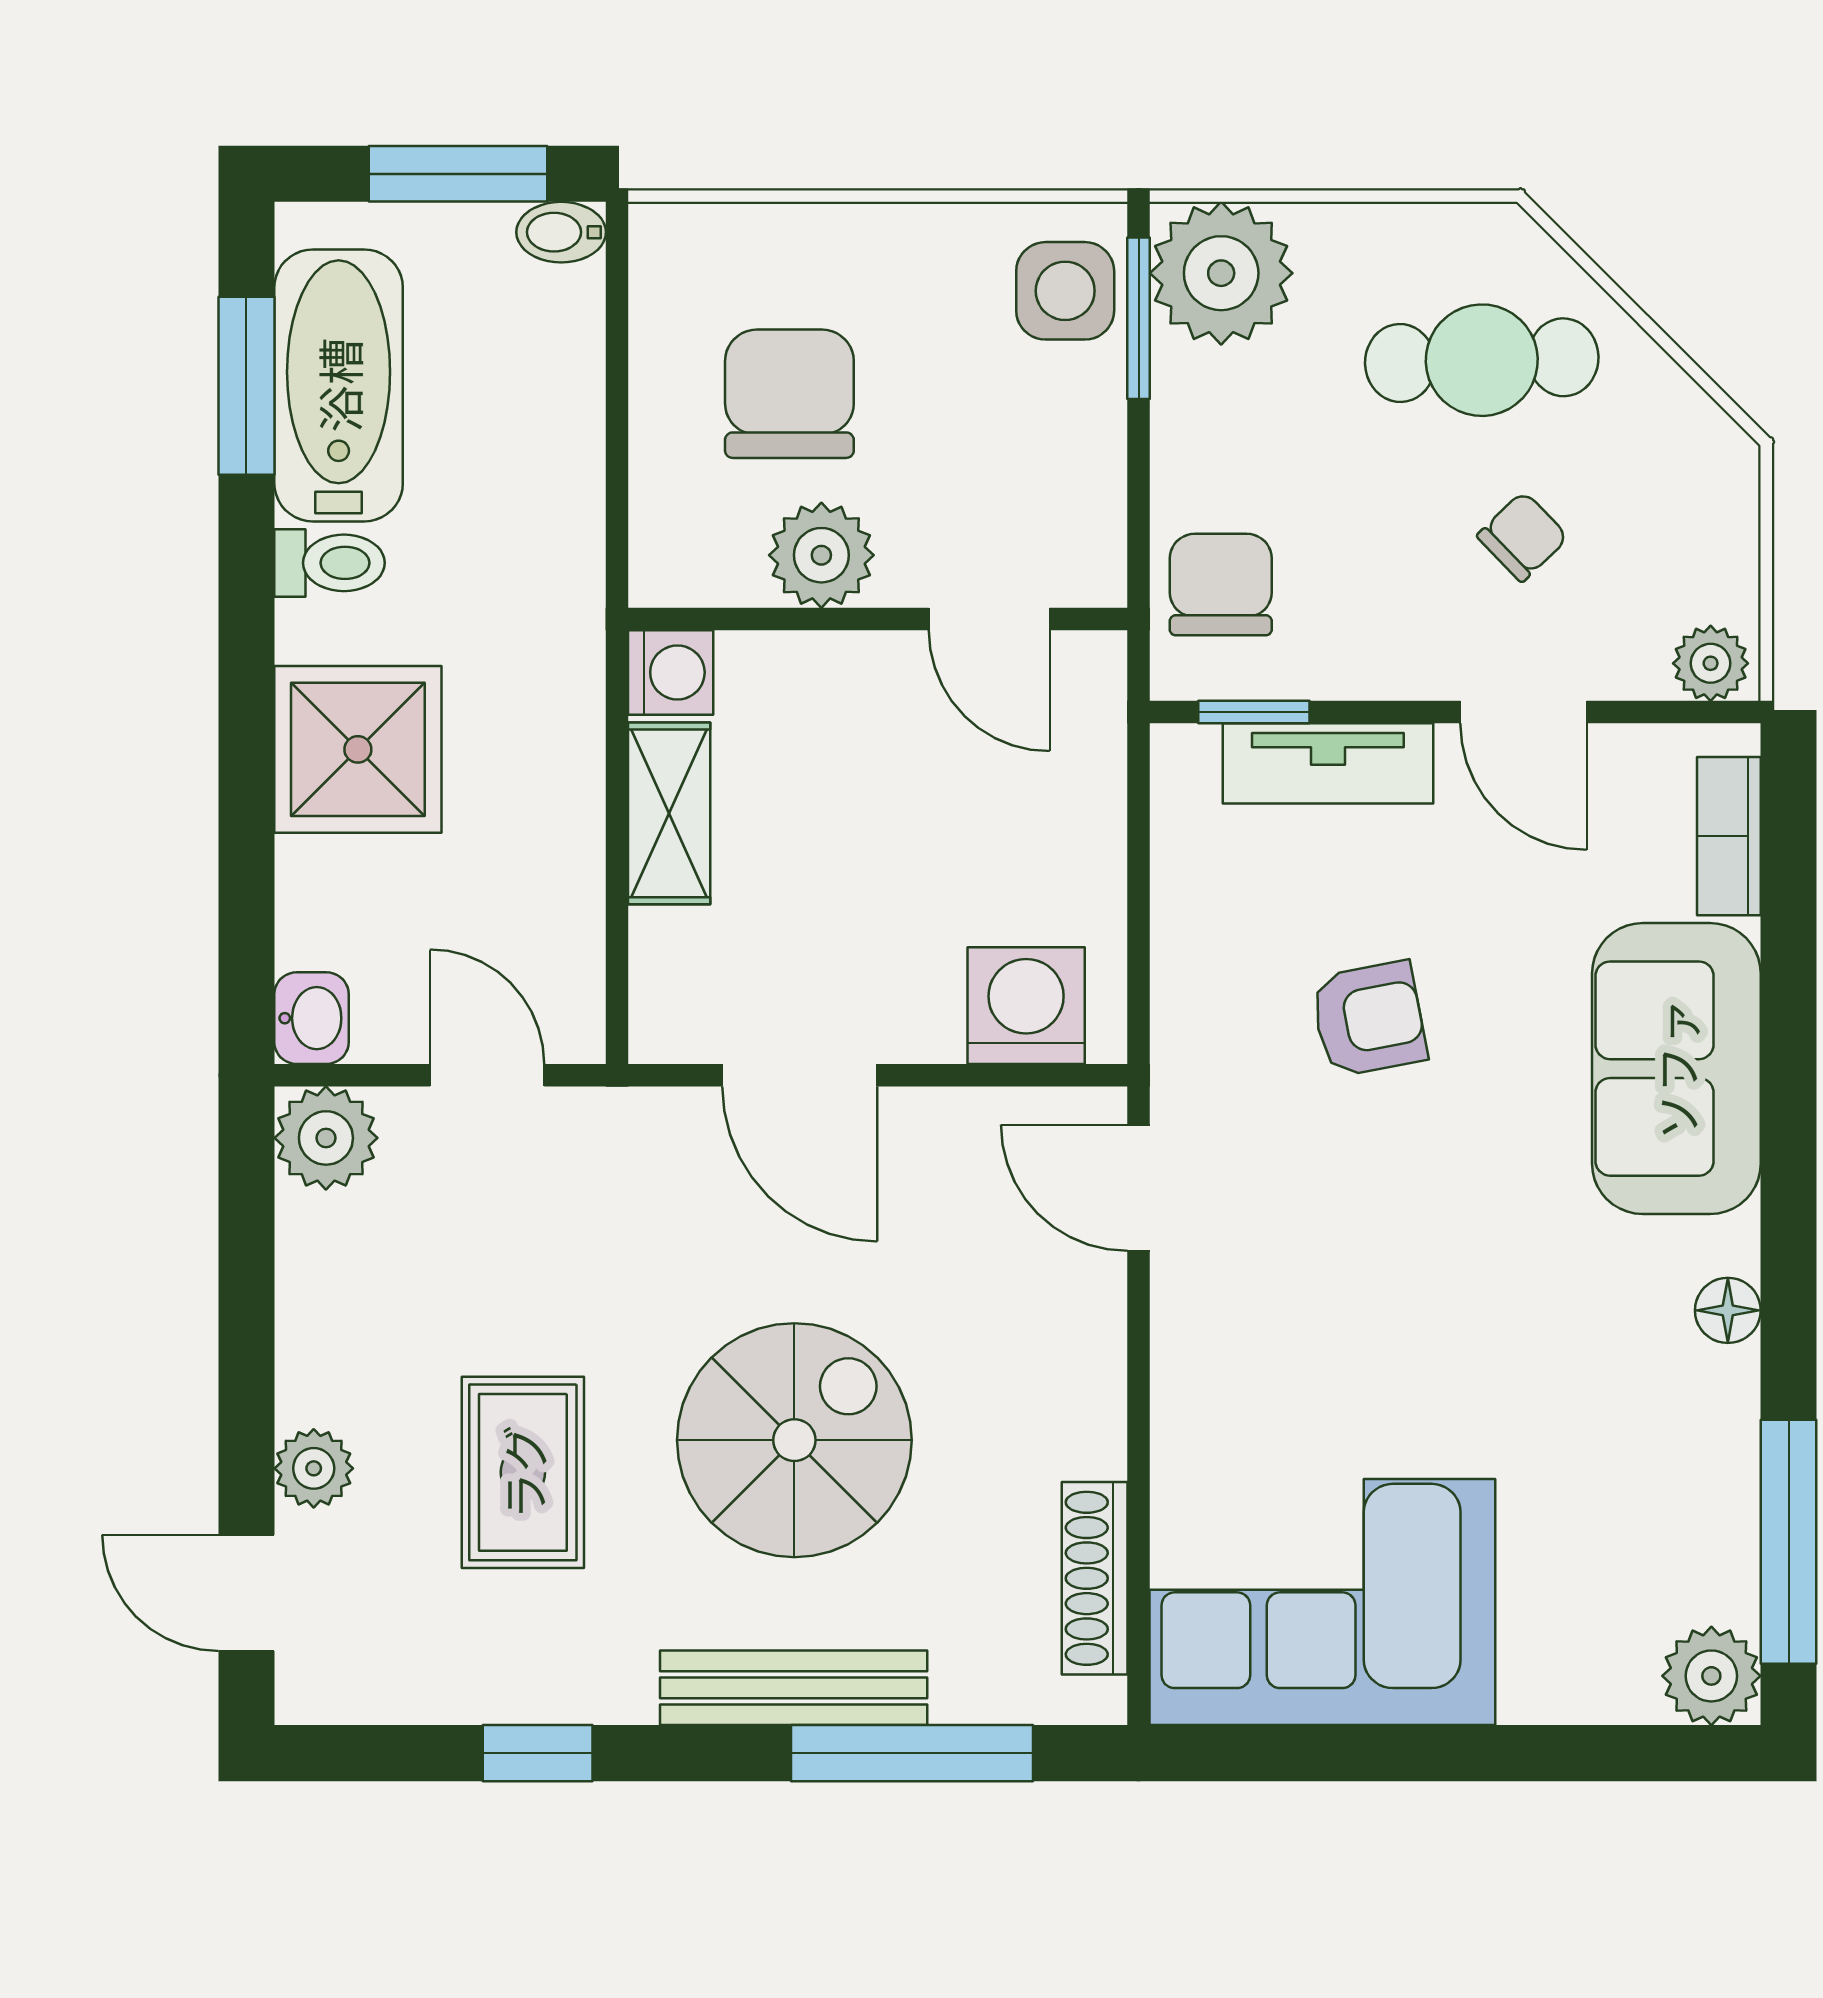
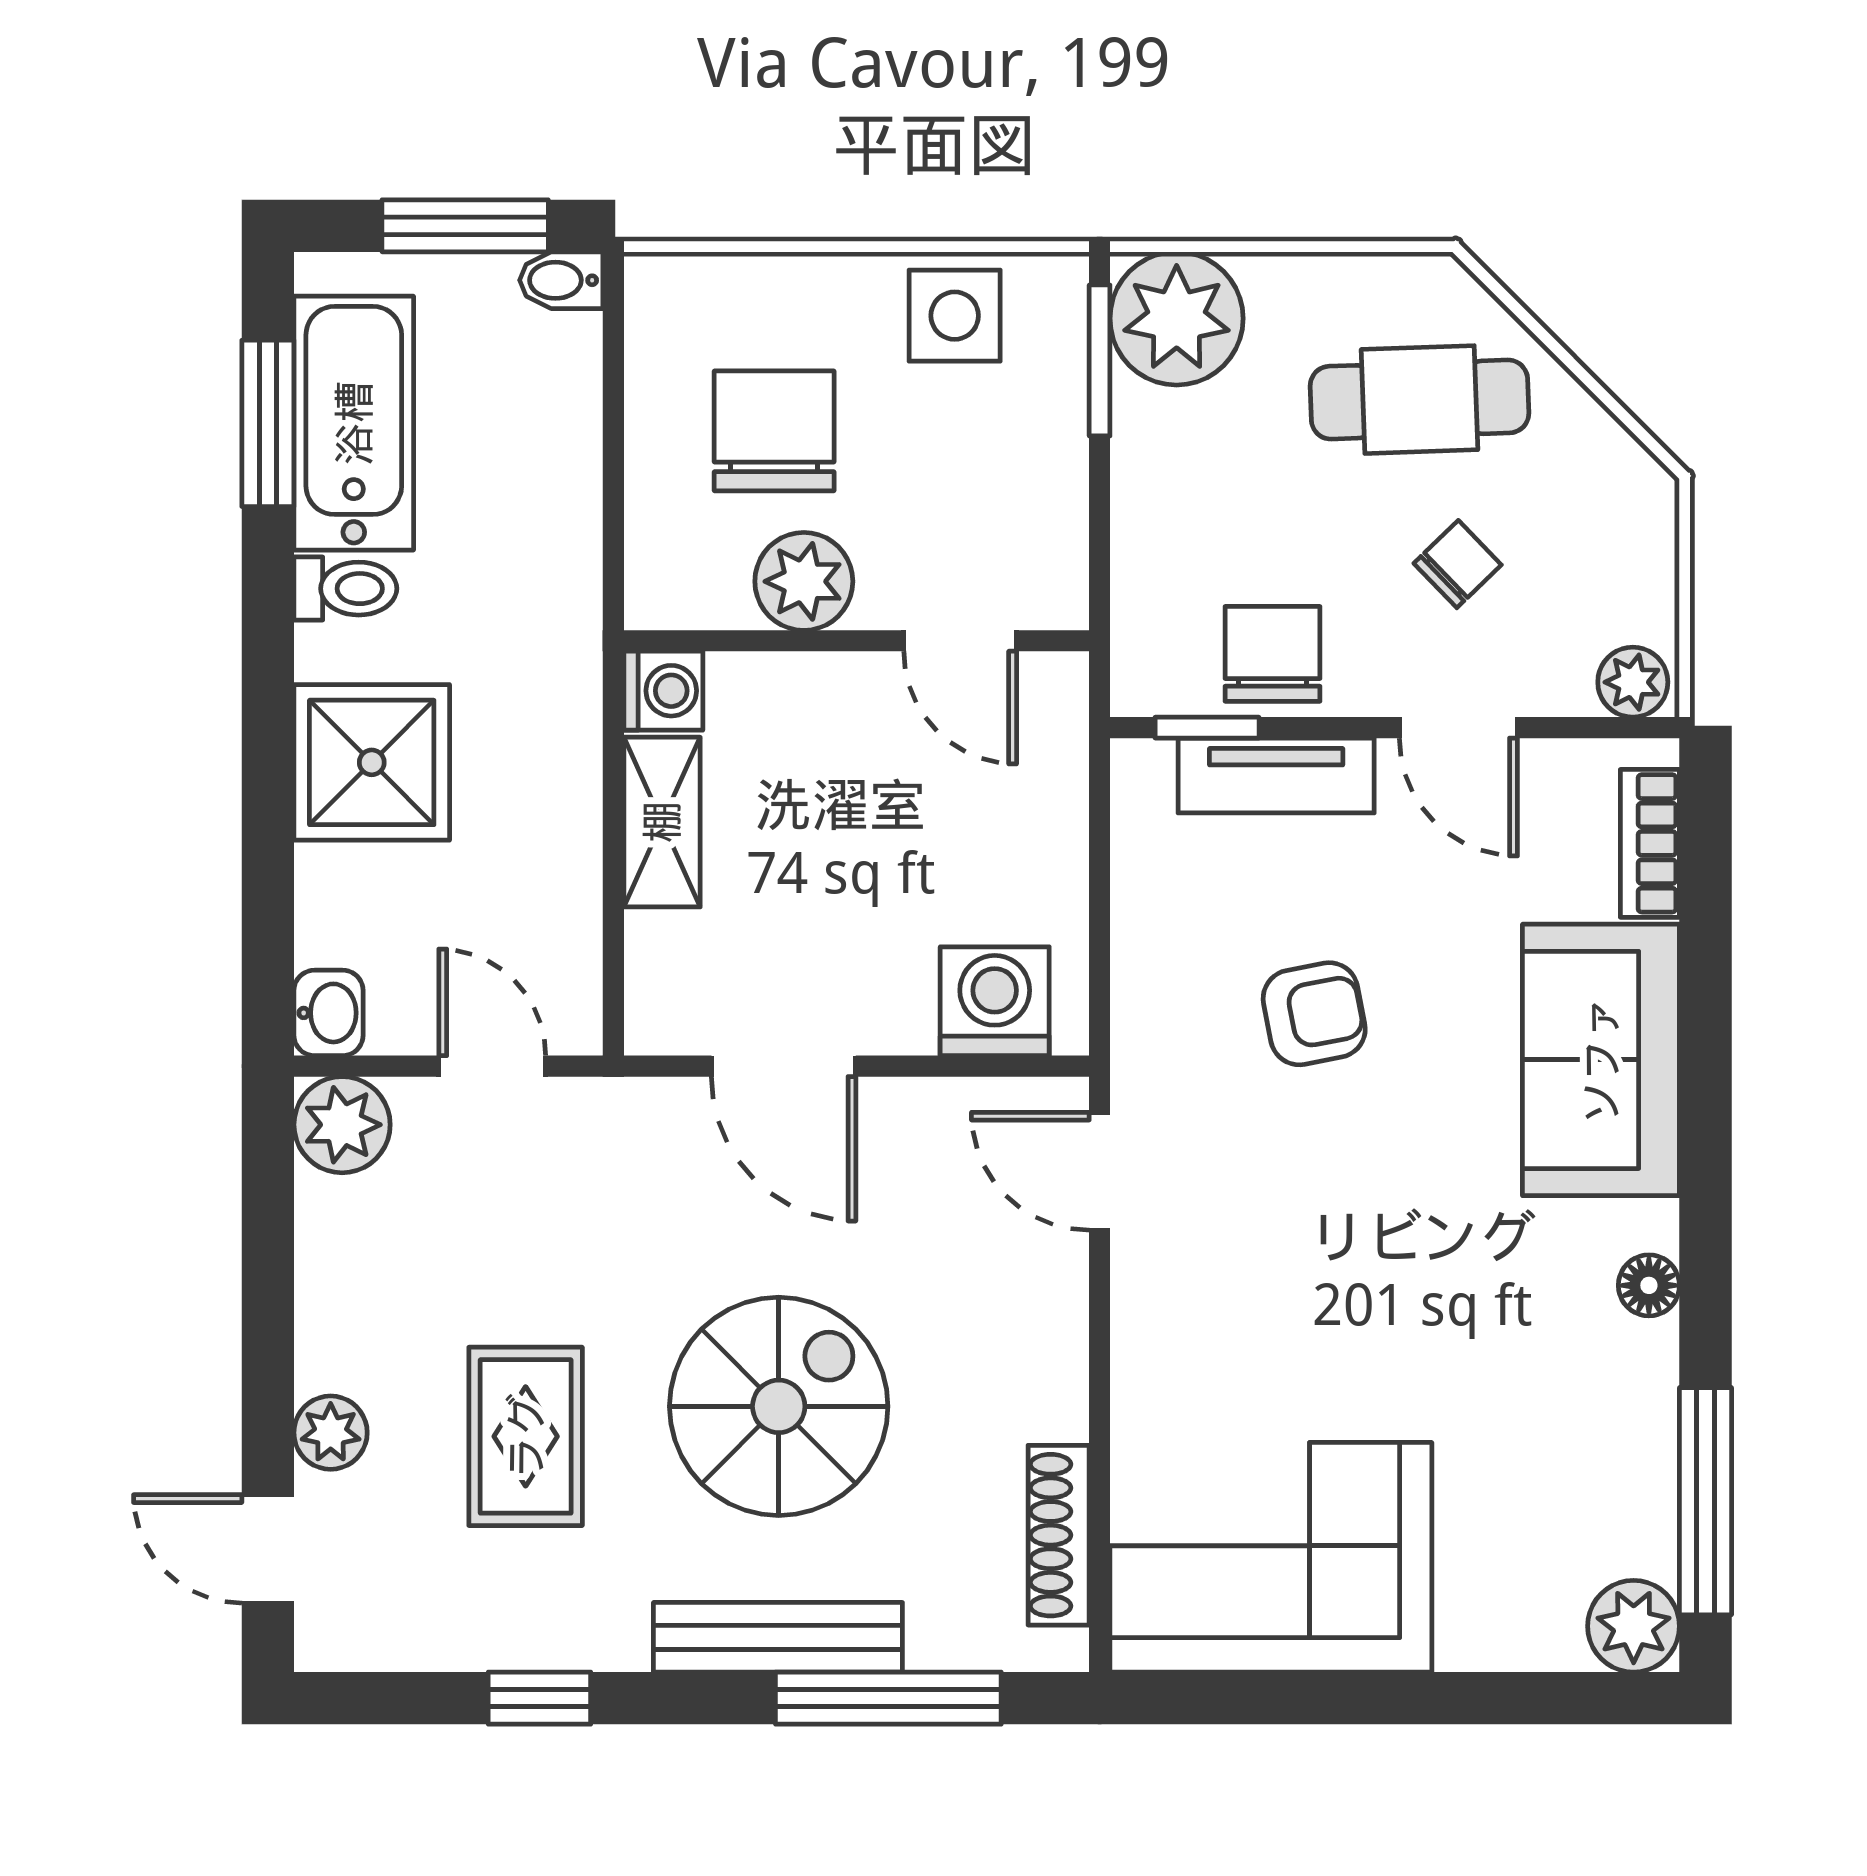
side table: (1065, 291) -> (955, 316), moved
chair: (1221, 585) -> (1273, 654), moved

